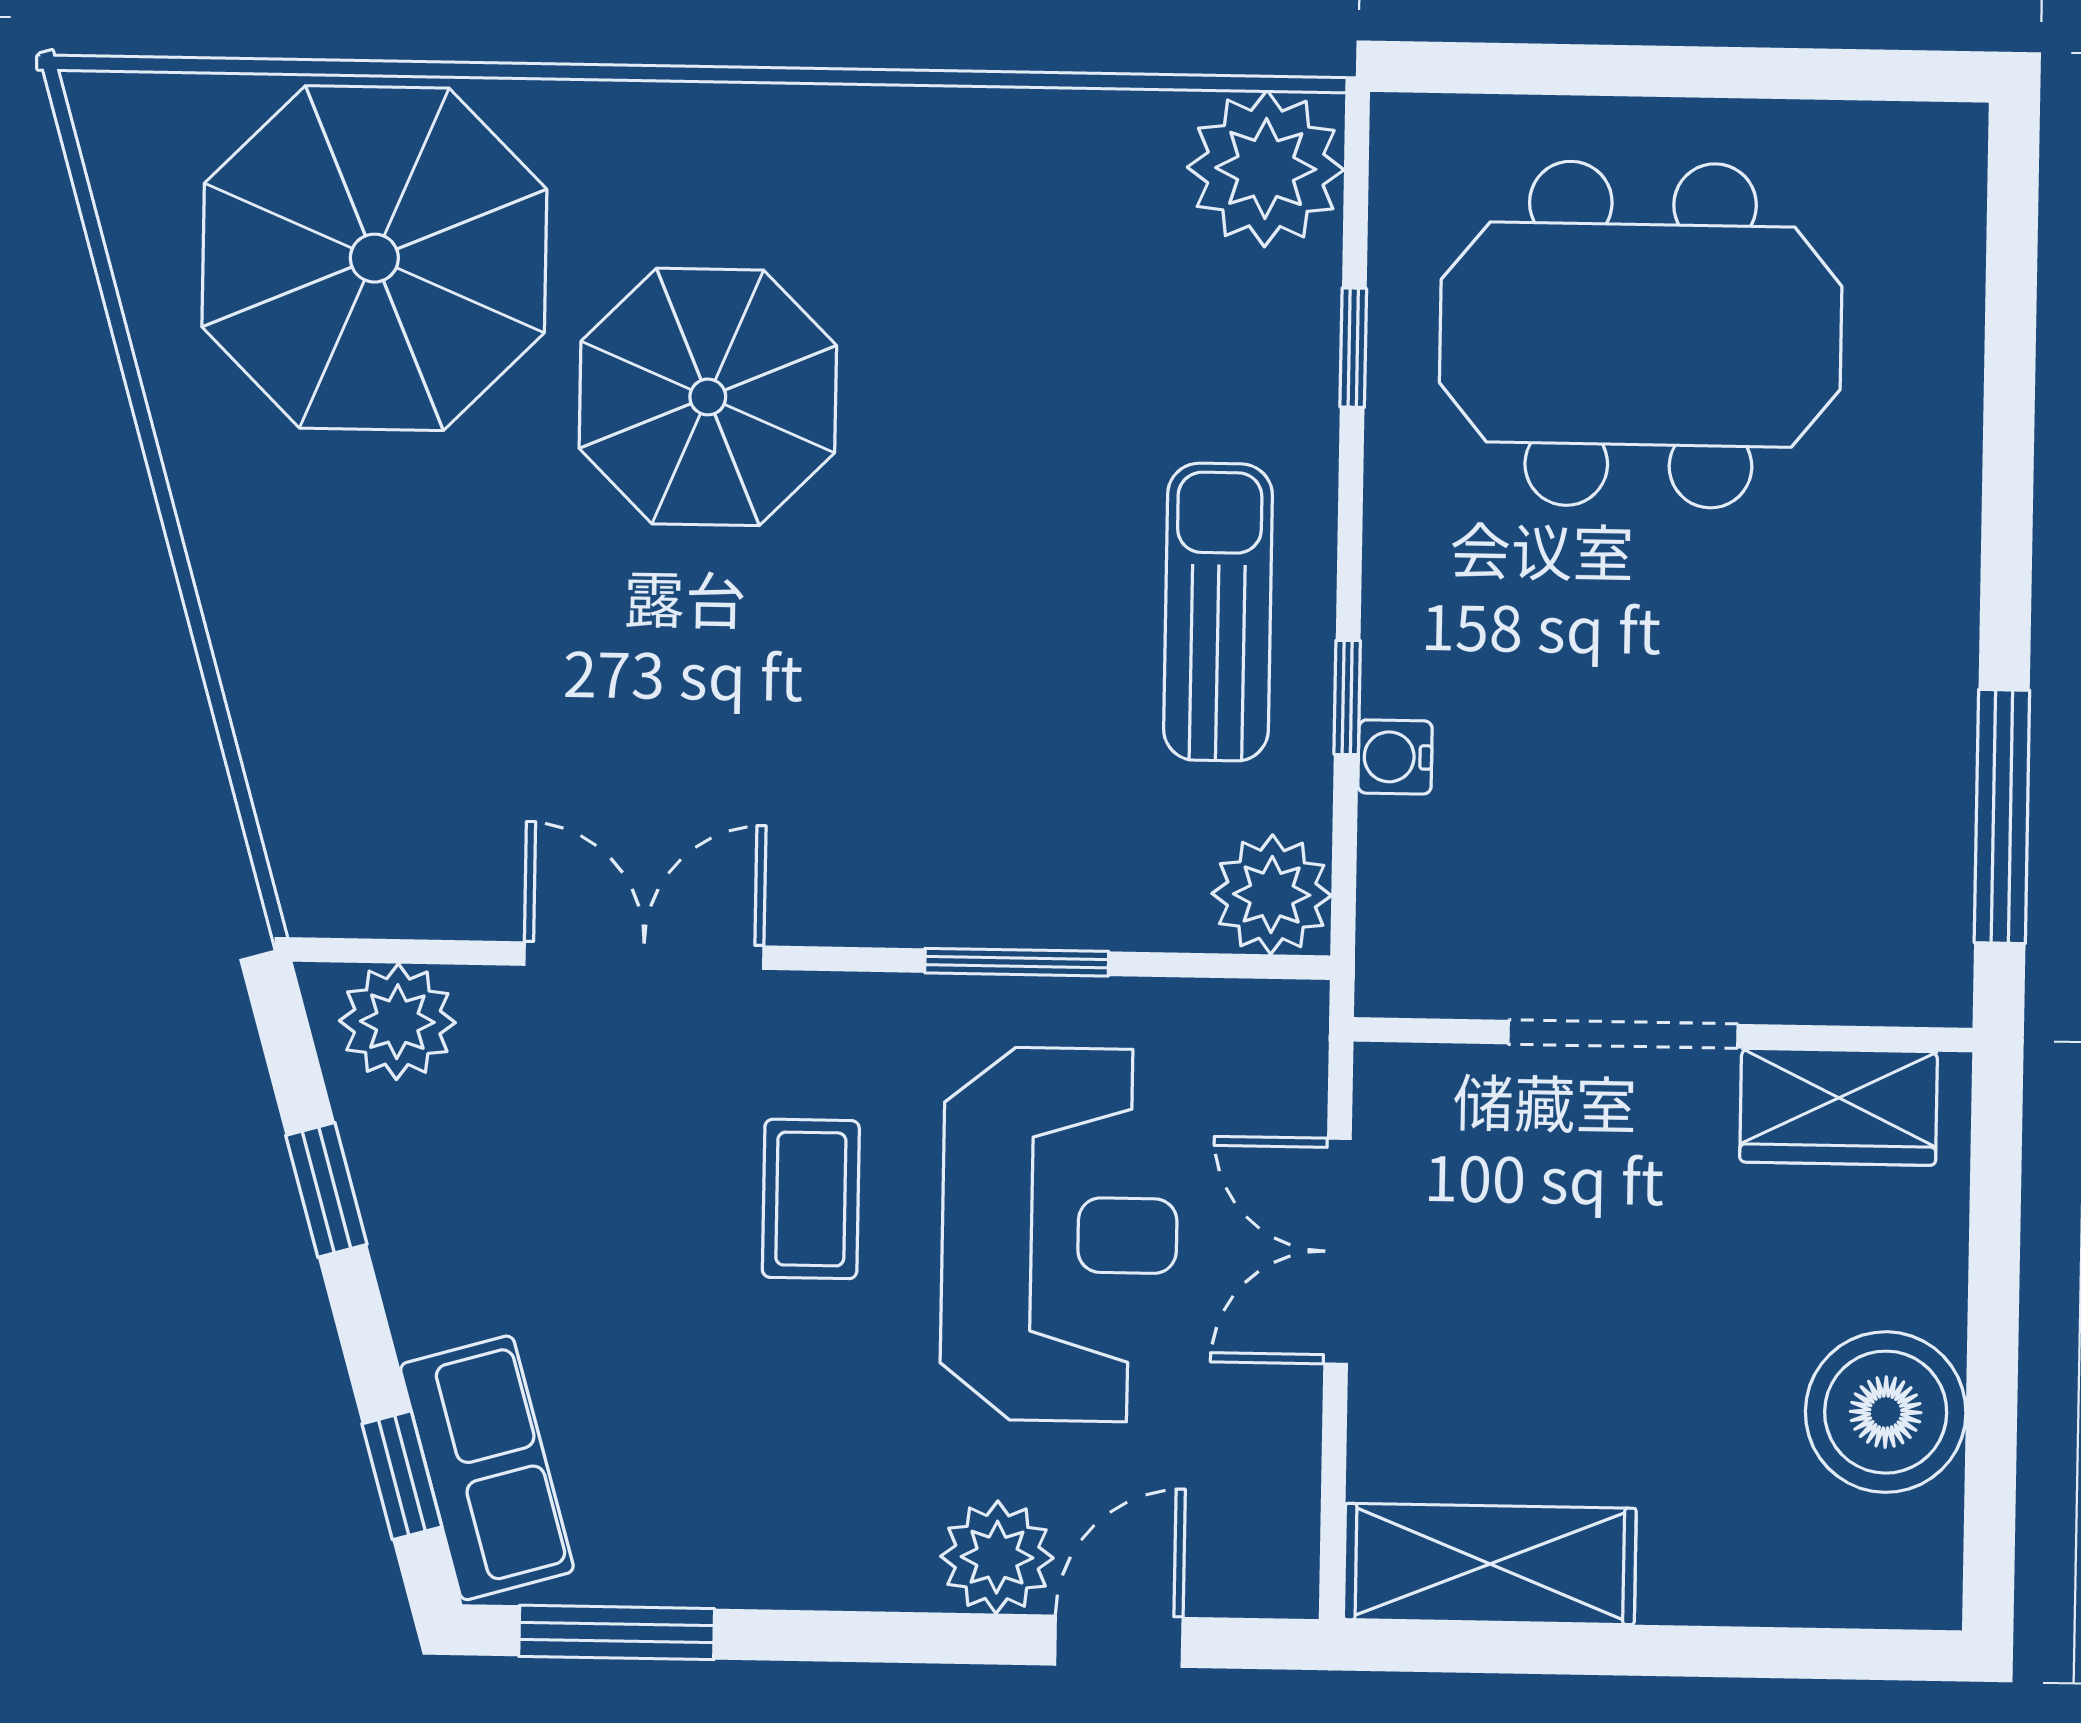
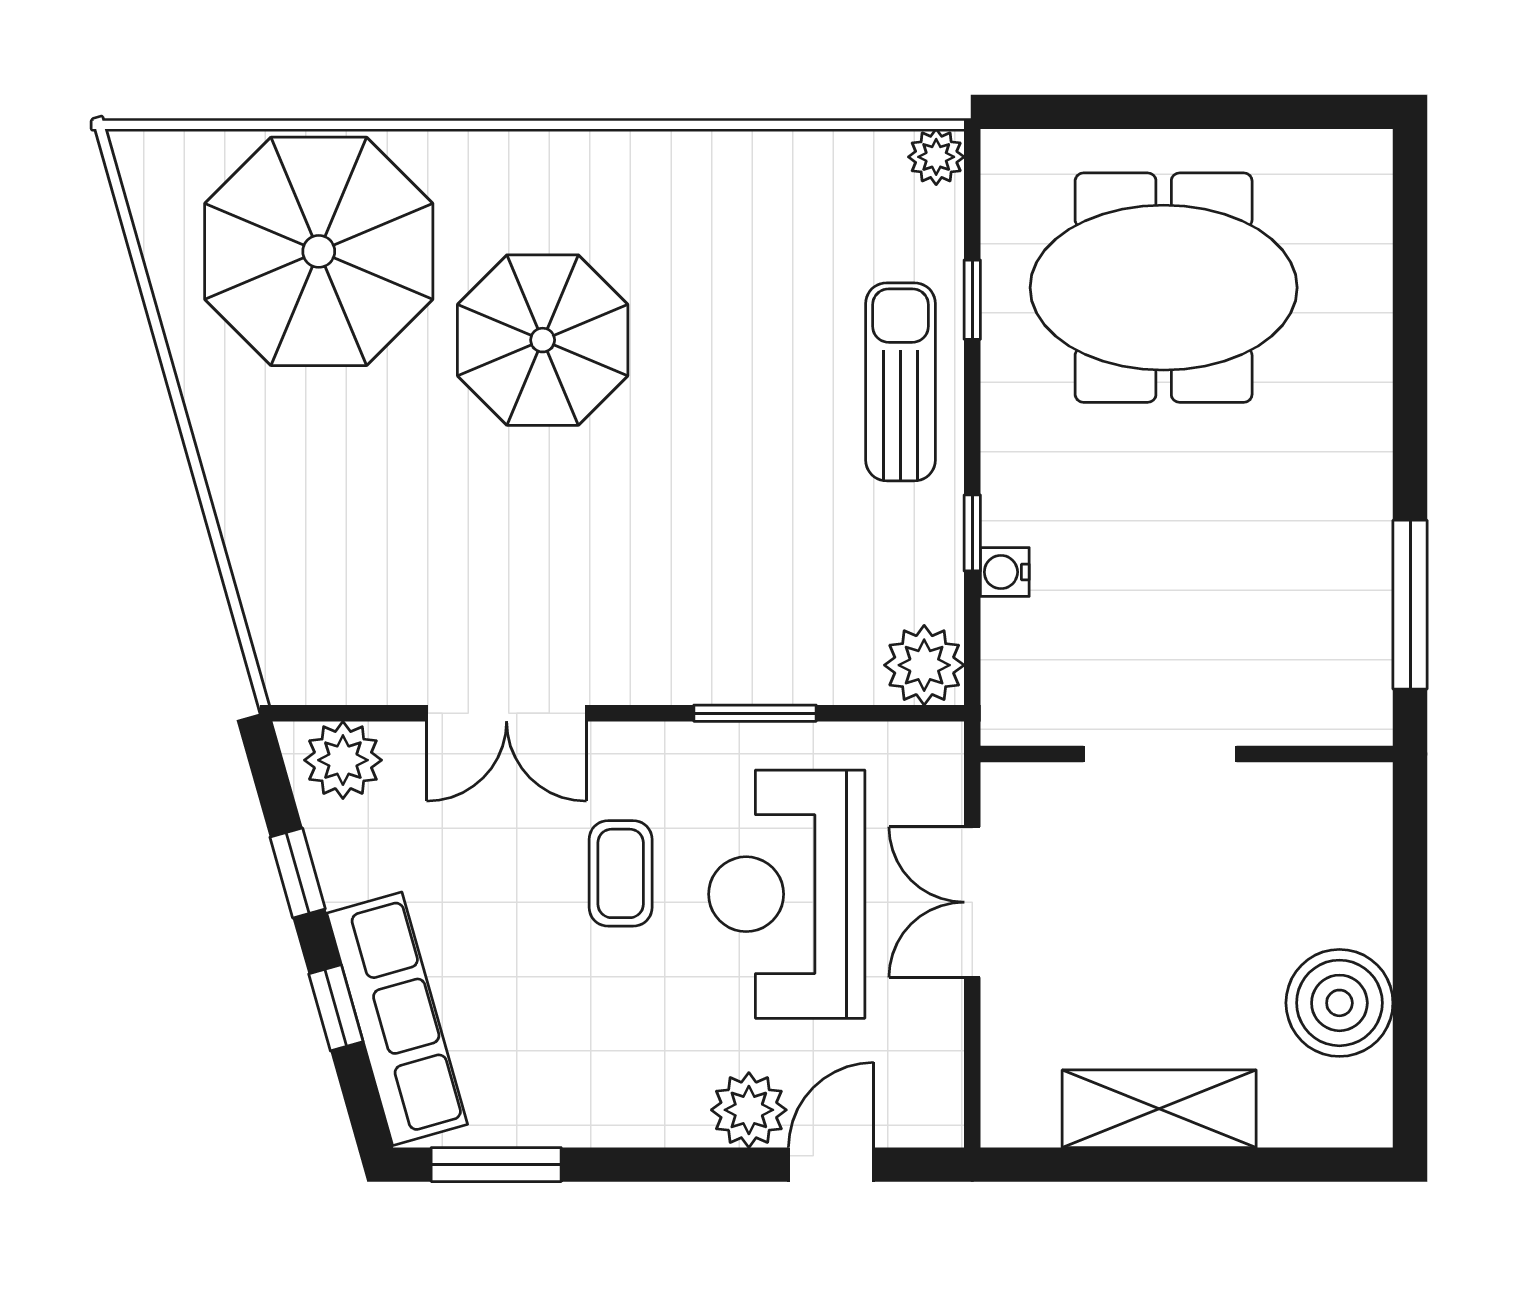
plant: (1266, 168) -> (936, 157), width x0.53, depth x0.53
sun lounger: (1218, 612) -> (901, 382), moved
double door: (644, 956) -> (507, 713), swing flipped
wardrobe: (1839, 1107) -> (1305, 800), removed
reception desk: (1059, 1234) -> (787, 894), turned 180
row of seats: (487, 1468) -> (397, 1019), width x1.48
window: (402, 1475) -> (336, 1008), moved
shelving: (1490, 1564) -> (1159, 1109), moved

